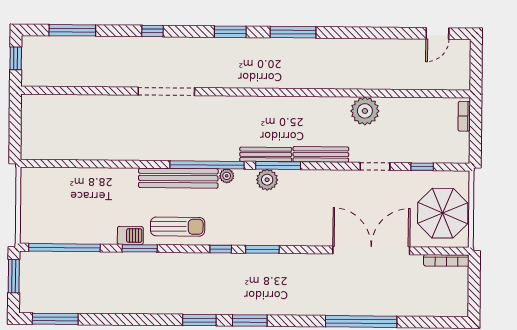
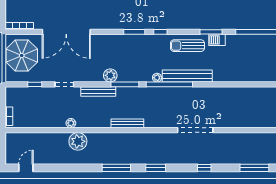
plant: (354, 75) -> (78, 141), added
plant: (365, 111) -> (71, 123), width x0.53, depth x0.53
bench: (266, 154) -> (127, 123), moved
plant: (267, 180) -> (110, 75), moved

